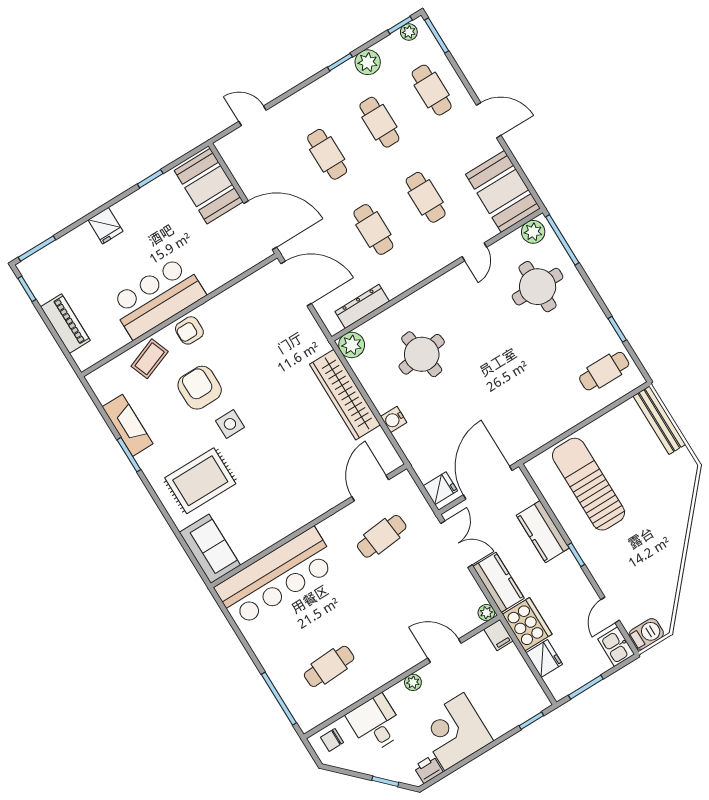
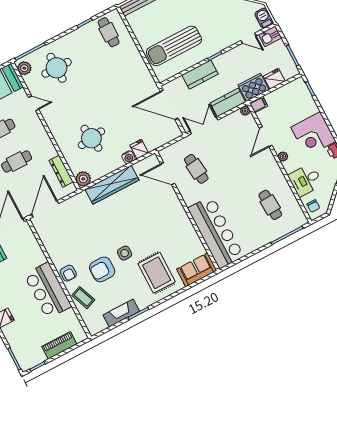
fridge: (440, 488) -> (139, 149), moved

